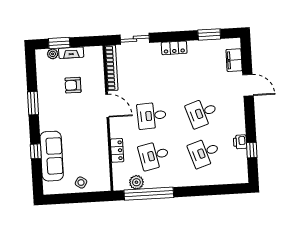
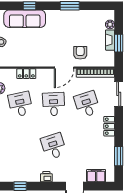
window: (59, 43) -> (119, 43), moved
armchair: (73, 85) -> (80, 53), moved
printer: (240, 142) -> (46, 177), moved
desk: (204, 153) -> (87, 104), moved

